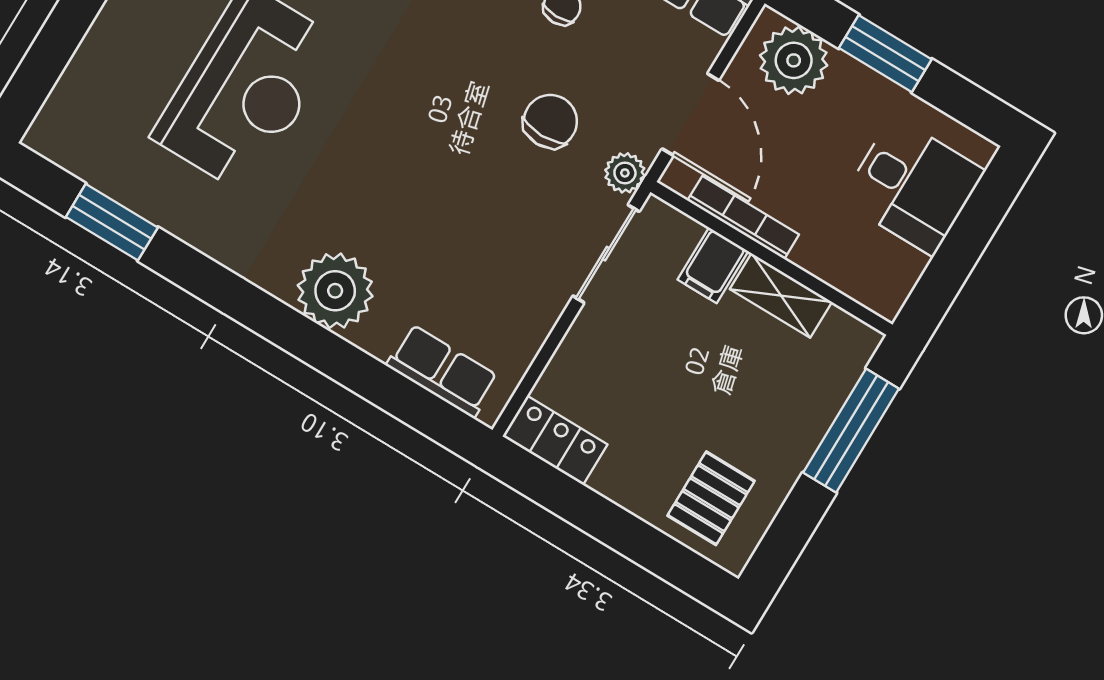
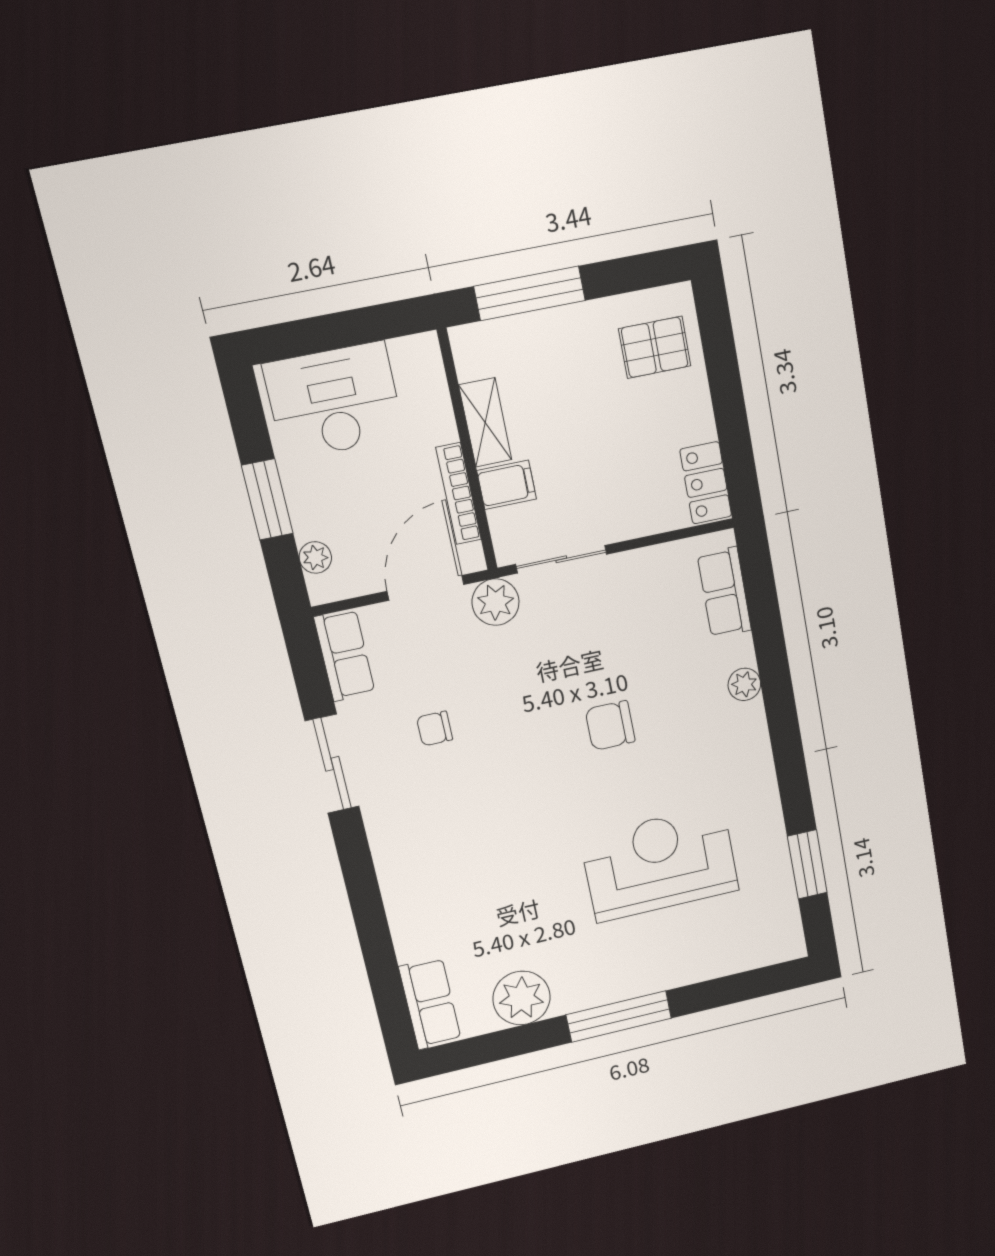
plant: (794, 60) -> (315, 557), width x0.53, depth x0.53
chair: (550, 121) -> (610, 726), moved
plant: (625, 173) -> (495, 602), width x1.38, depth x1.38
desk: (913, 186) -> (334, 401), width x1.37
plant: (335, 291) -> (744, 684), width x0.53, depth x0.53

